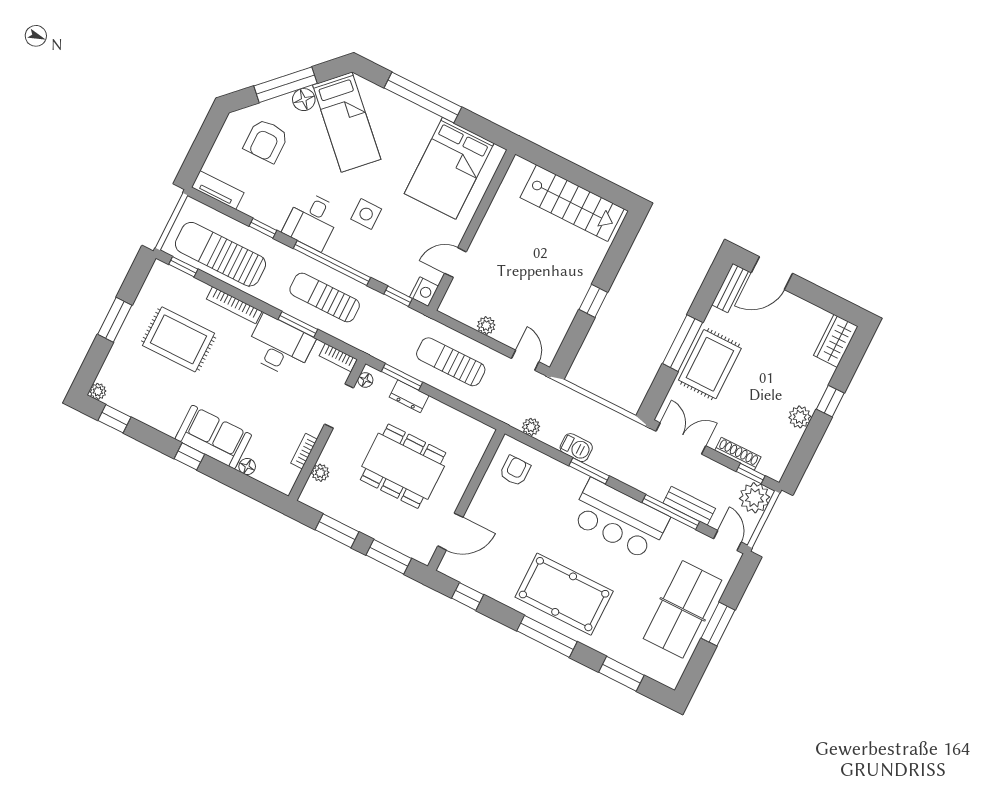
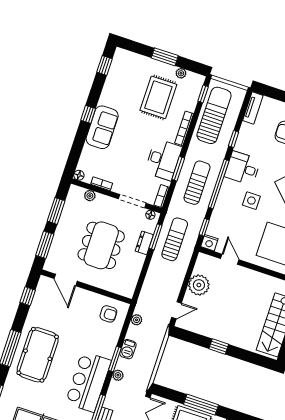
plant: (486, 325) -> (199, 285), width x1.87, depth x1.87
sun lounger: (451, 362) -> (175, 239), moved
plant: (98, 391) -> (181, 73), moved
floor lamp: (247, 467) -> (79, 175), moved
plant: (616, 470) -> (118, 375), added

